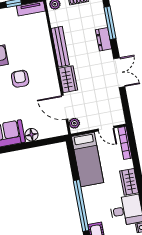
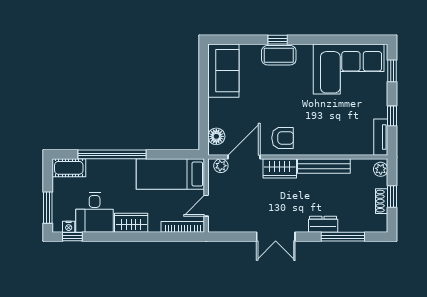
armchair: (20, 79) -> (283, 138), moved
floor lamp: (32, 135) -> (216, 136), moved

